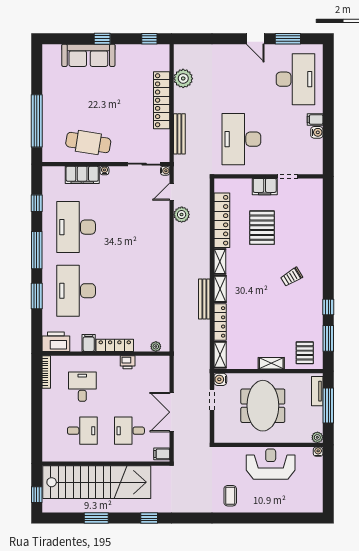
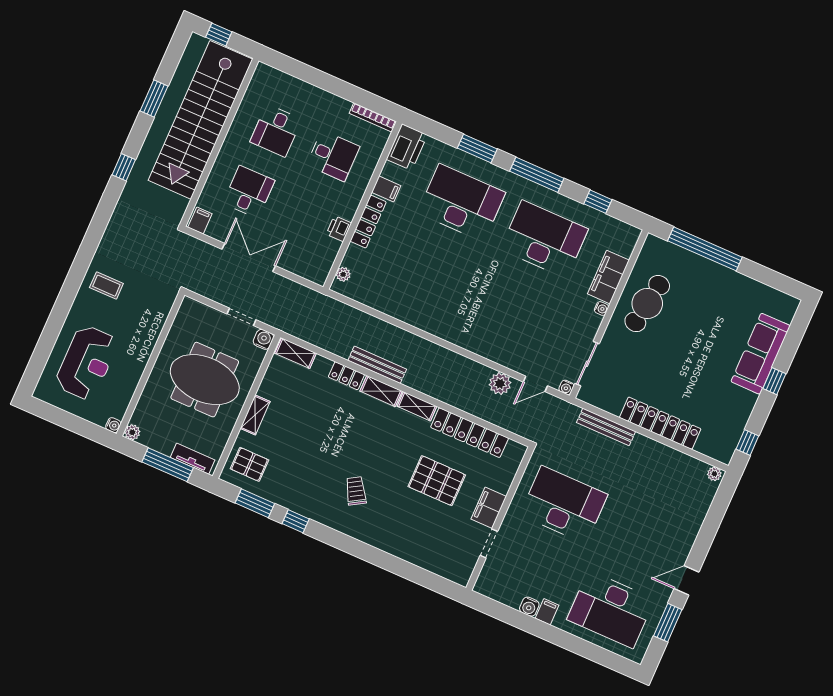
plant: (183, 78) -> (714, 474), moved, width x0.53, depth x0.53
door: (172, 192) -> (535, 384), swing flipped
locker: (220, 322) -> (346, 376), width x0.66
reception desk: (271, 464) -> (87, 363), moved

